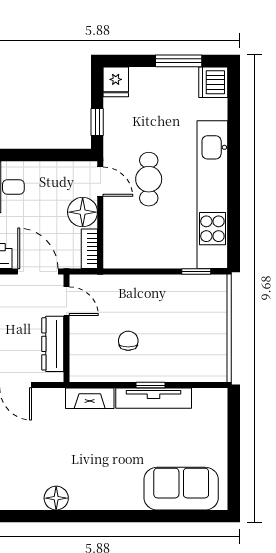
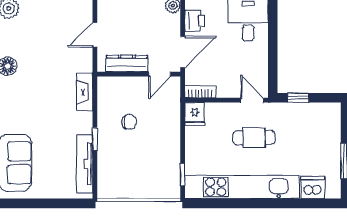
fridge: (116, 82) -> (195, 114), moved, turned -90
dishwasher: (213, 82) -> (313, 188), moved
door: (100, 182) -> (252, 100), swing flipped
floor lamp: (83, 212) -> (229, 87), removed
tv unit: (154, 398) -> (85, 164), moved

